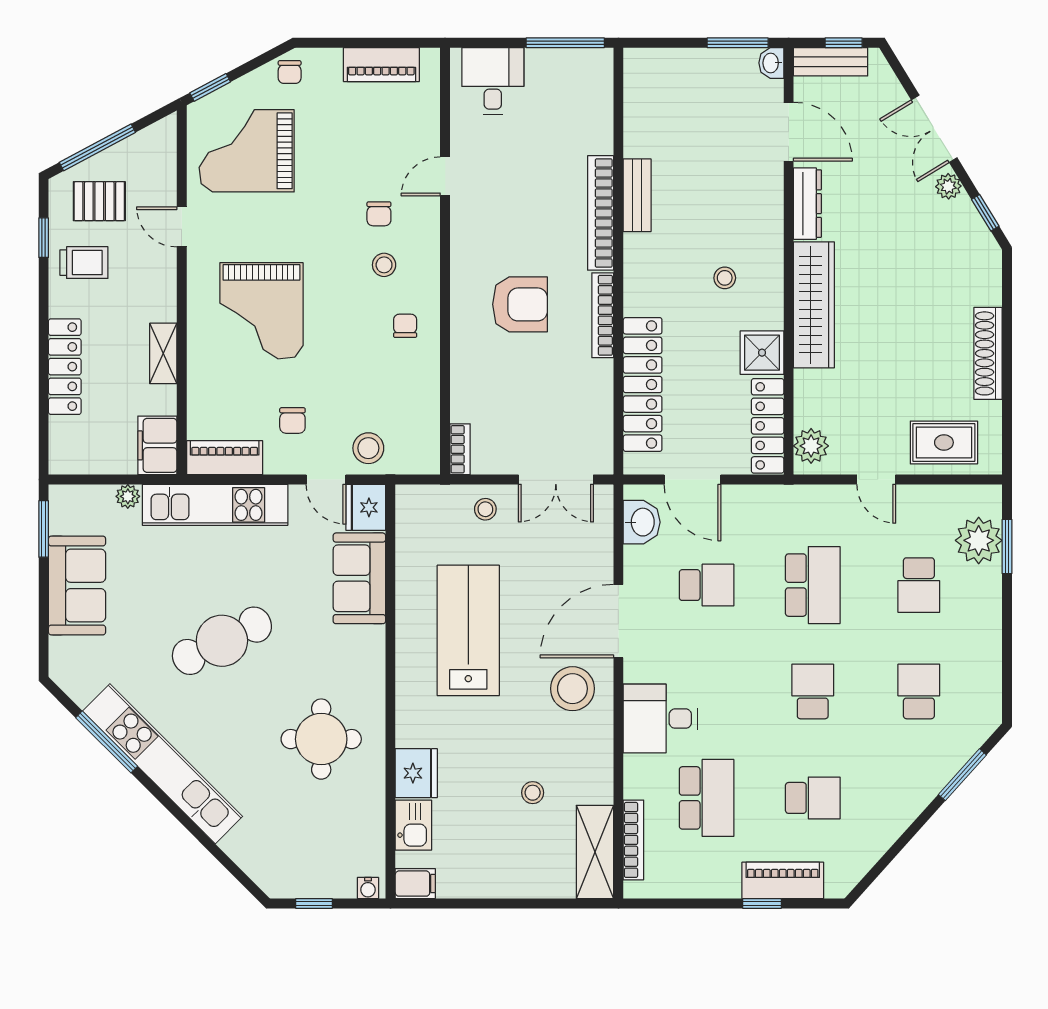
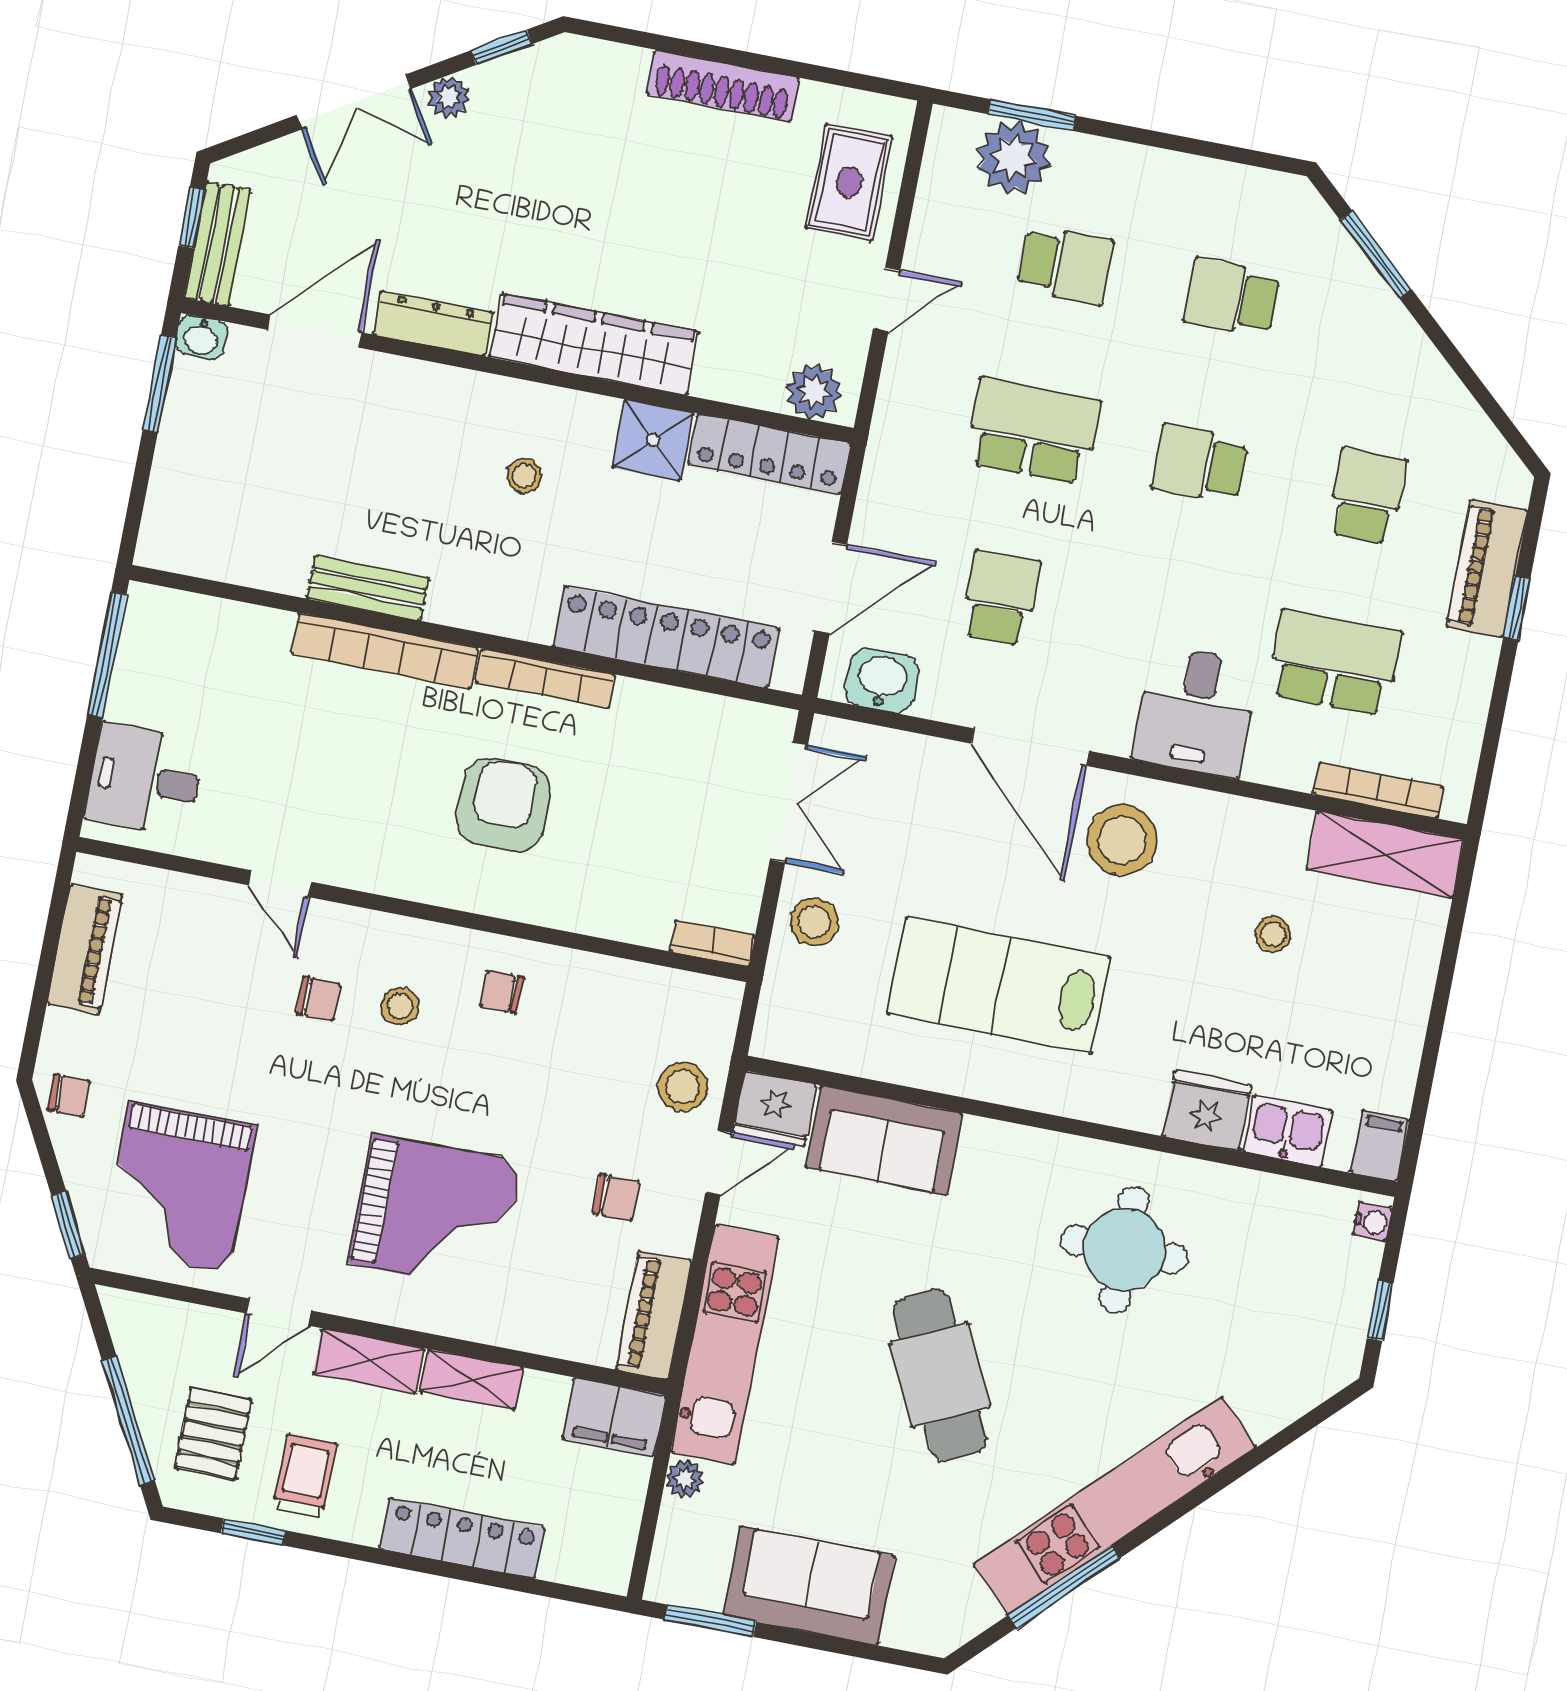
shelving: (162, 288) -> (369, 1361), added
stool: (485, 509) -> (814, 922), width x1.37, depth x1.37

